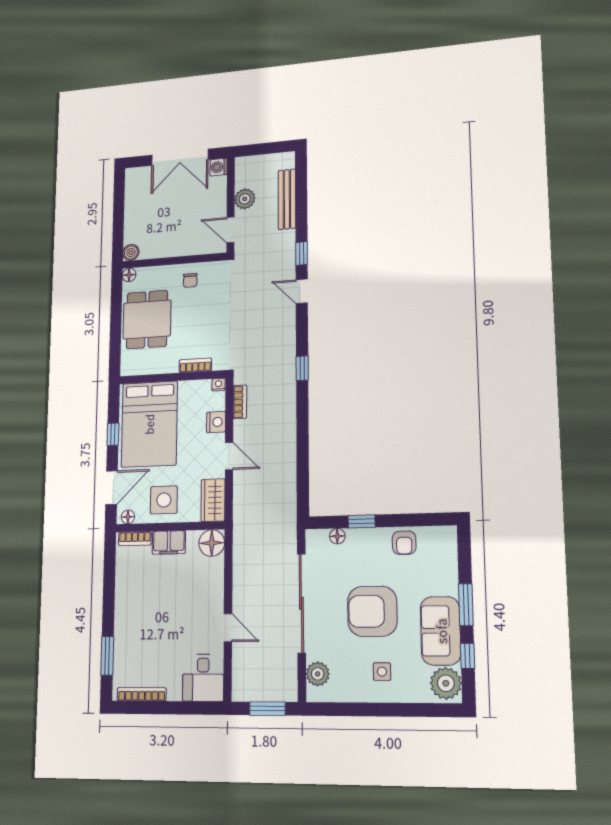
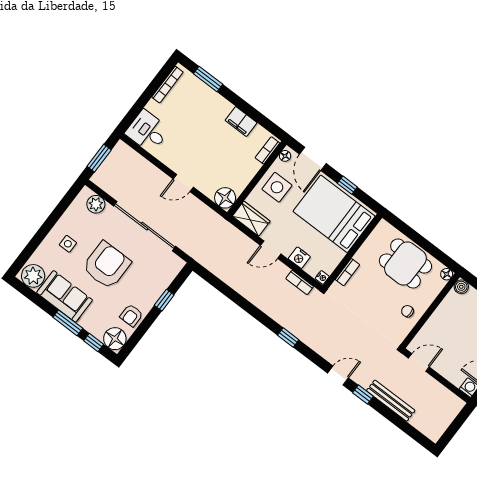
plant: (245, 199) -> (432, 387), removed
bench: (287, 199) -> (391, 401), moved
floor lamp: (337, 536) -> (115, 339), moved, width x1.89, depth x1.89
filing cabinet: (169, 542) -> (241, 121), moved, turned -90
armchair: (404, 543) -> (131, 315), turned -90
door: (228, 628) -> (183, 183), moved
window: (468, 656) -> (94, 342), moved

